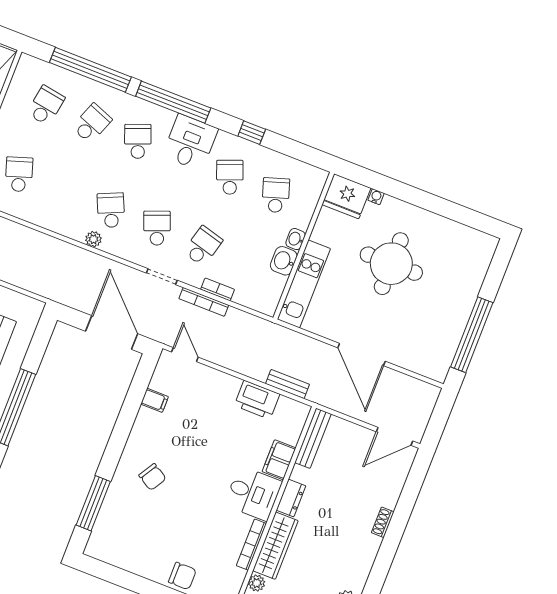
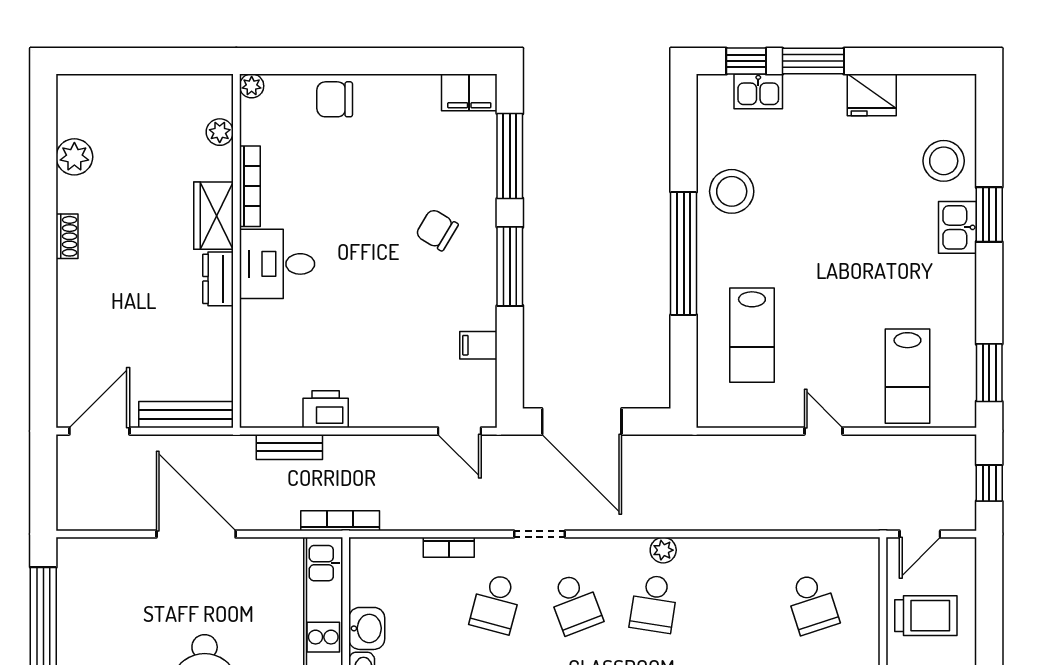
school desk: (111, 210) -> (654, 604), turned 33
bookcase: (204, 302) -> (340, 521), moved
printer: (257, 400) -> (326, 409), width x0.73, depth x0.84
bench: (313, 438) -> (186, 415), moved, turned 90
window: (118, 439) -> (510, 266), added
filing cabinet: (279, 460) -> (469, 92), moved, turned 90
shoe rack: (383, 522) -> (67, 236), moved
wardrobe: (275, 546) -> (214, 216), width x0.67

